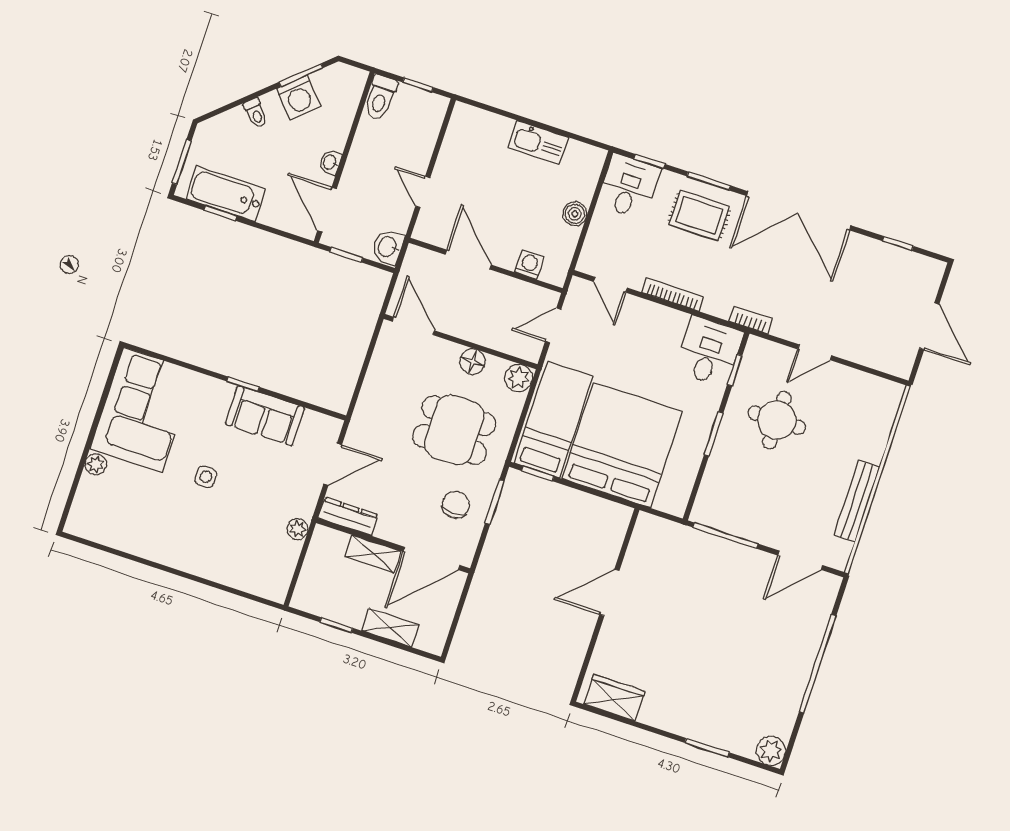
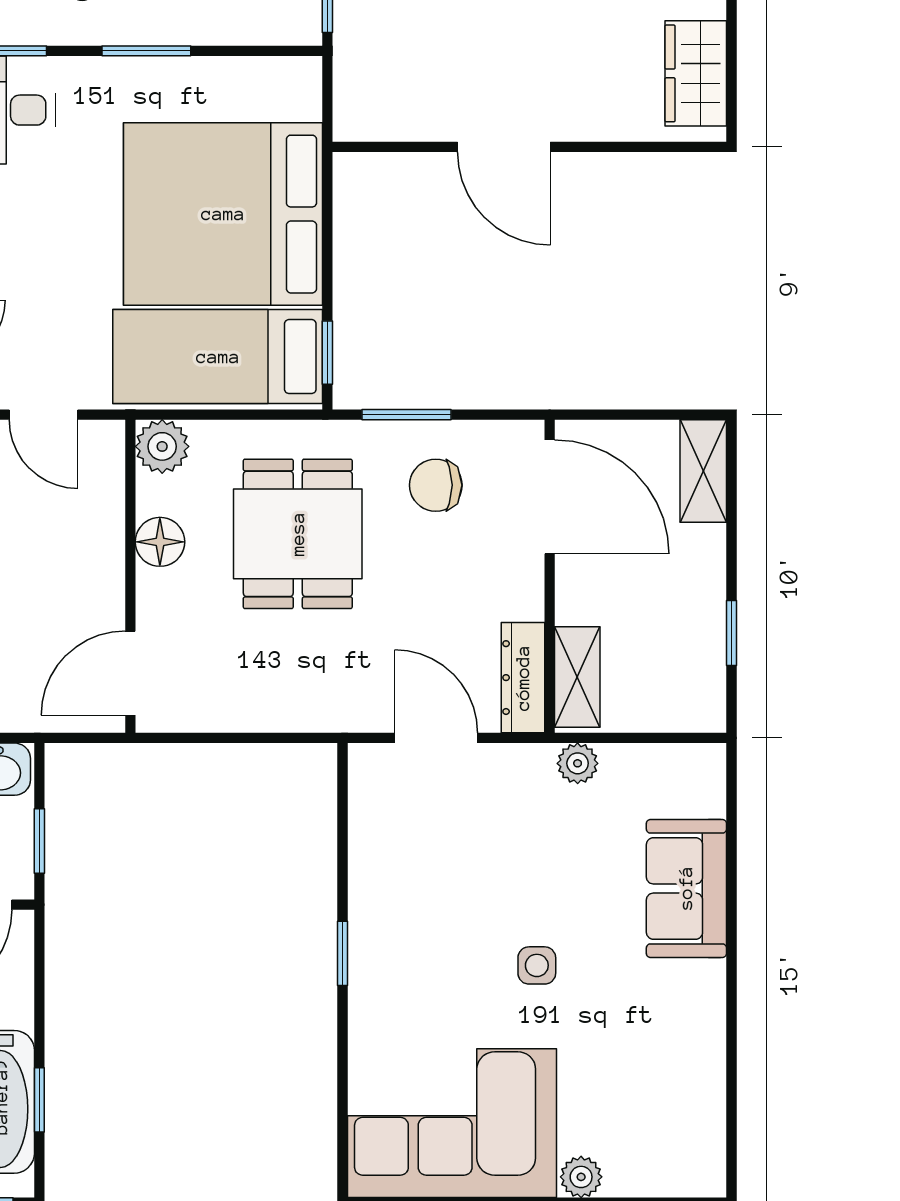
sofa: (265, 416) -> (686, 888), moved, turned 180
shelving: (373, 554) -> (577, 677), moved
shelving: (390, 628) -> (703, 471), moved

